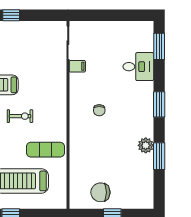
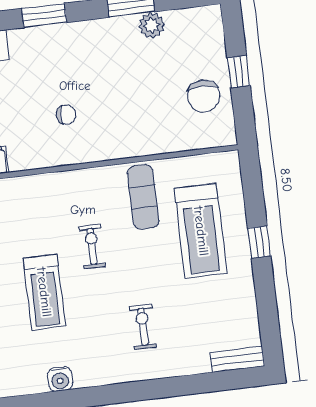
plant: (146, 145) -> (152, 25), moved

